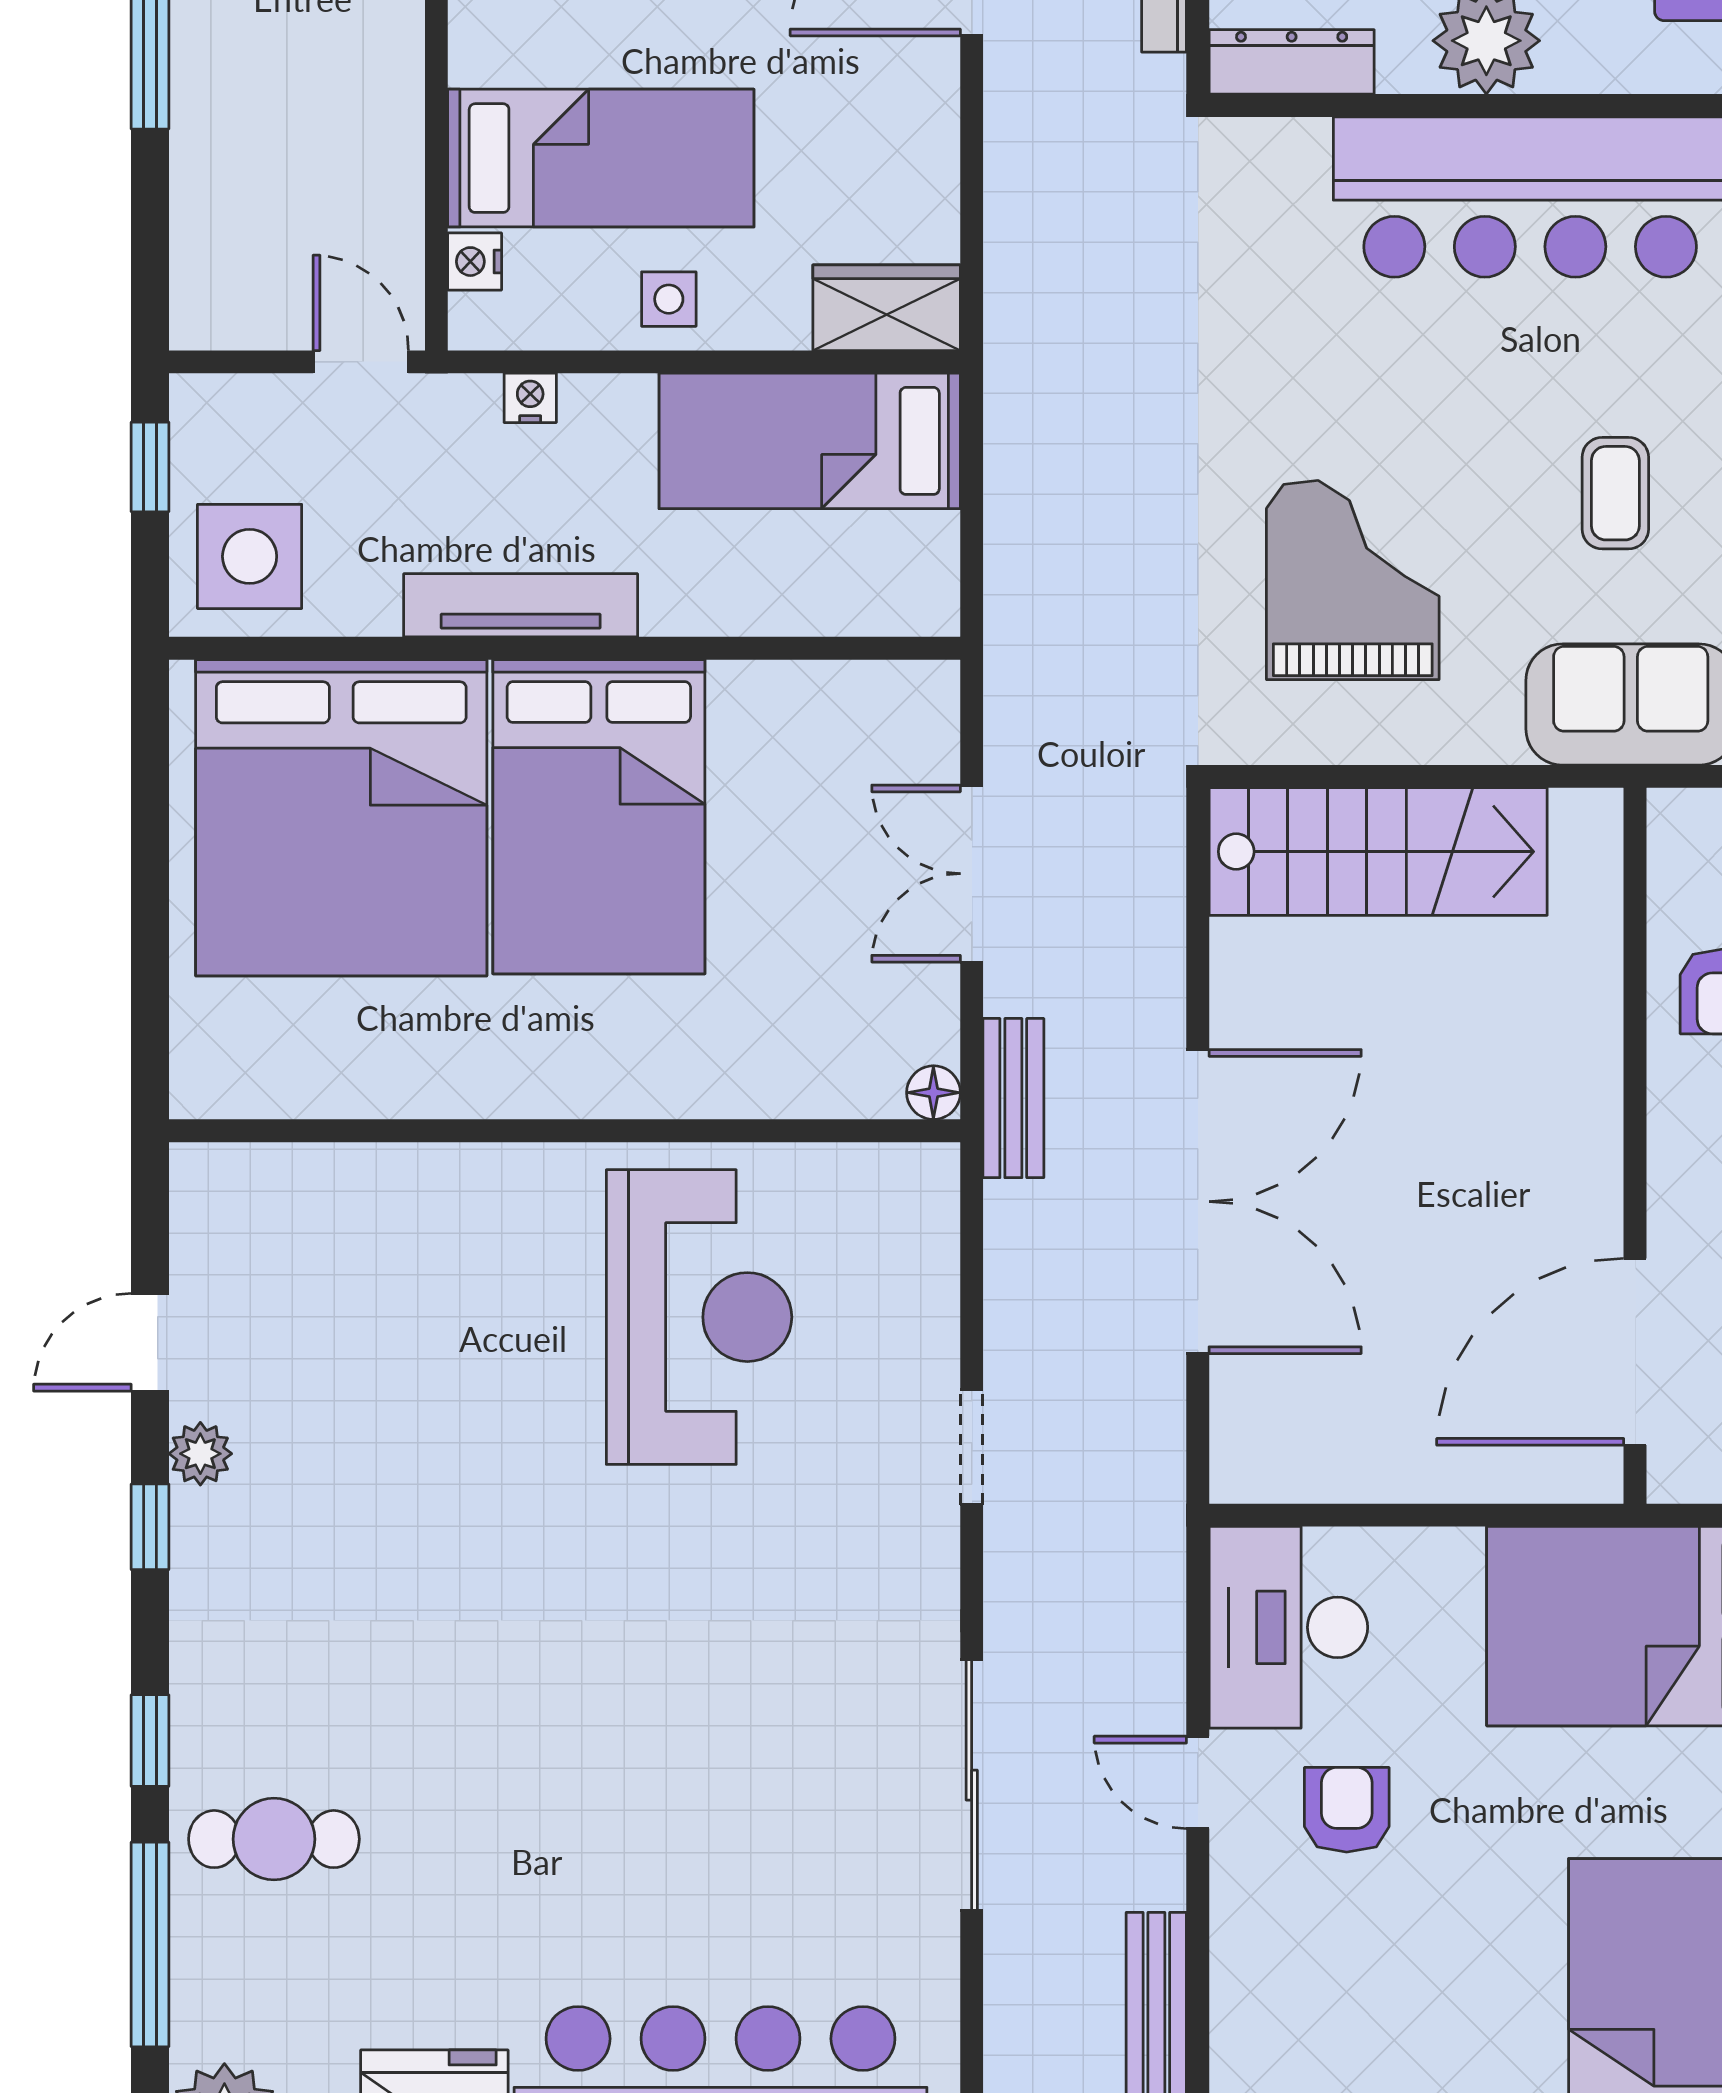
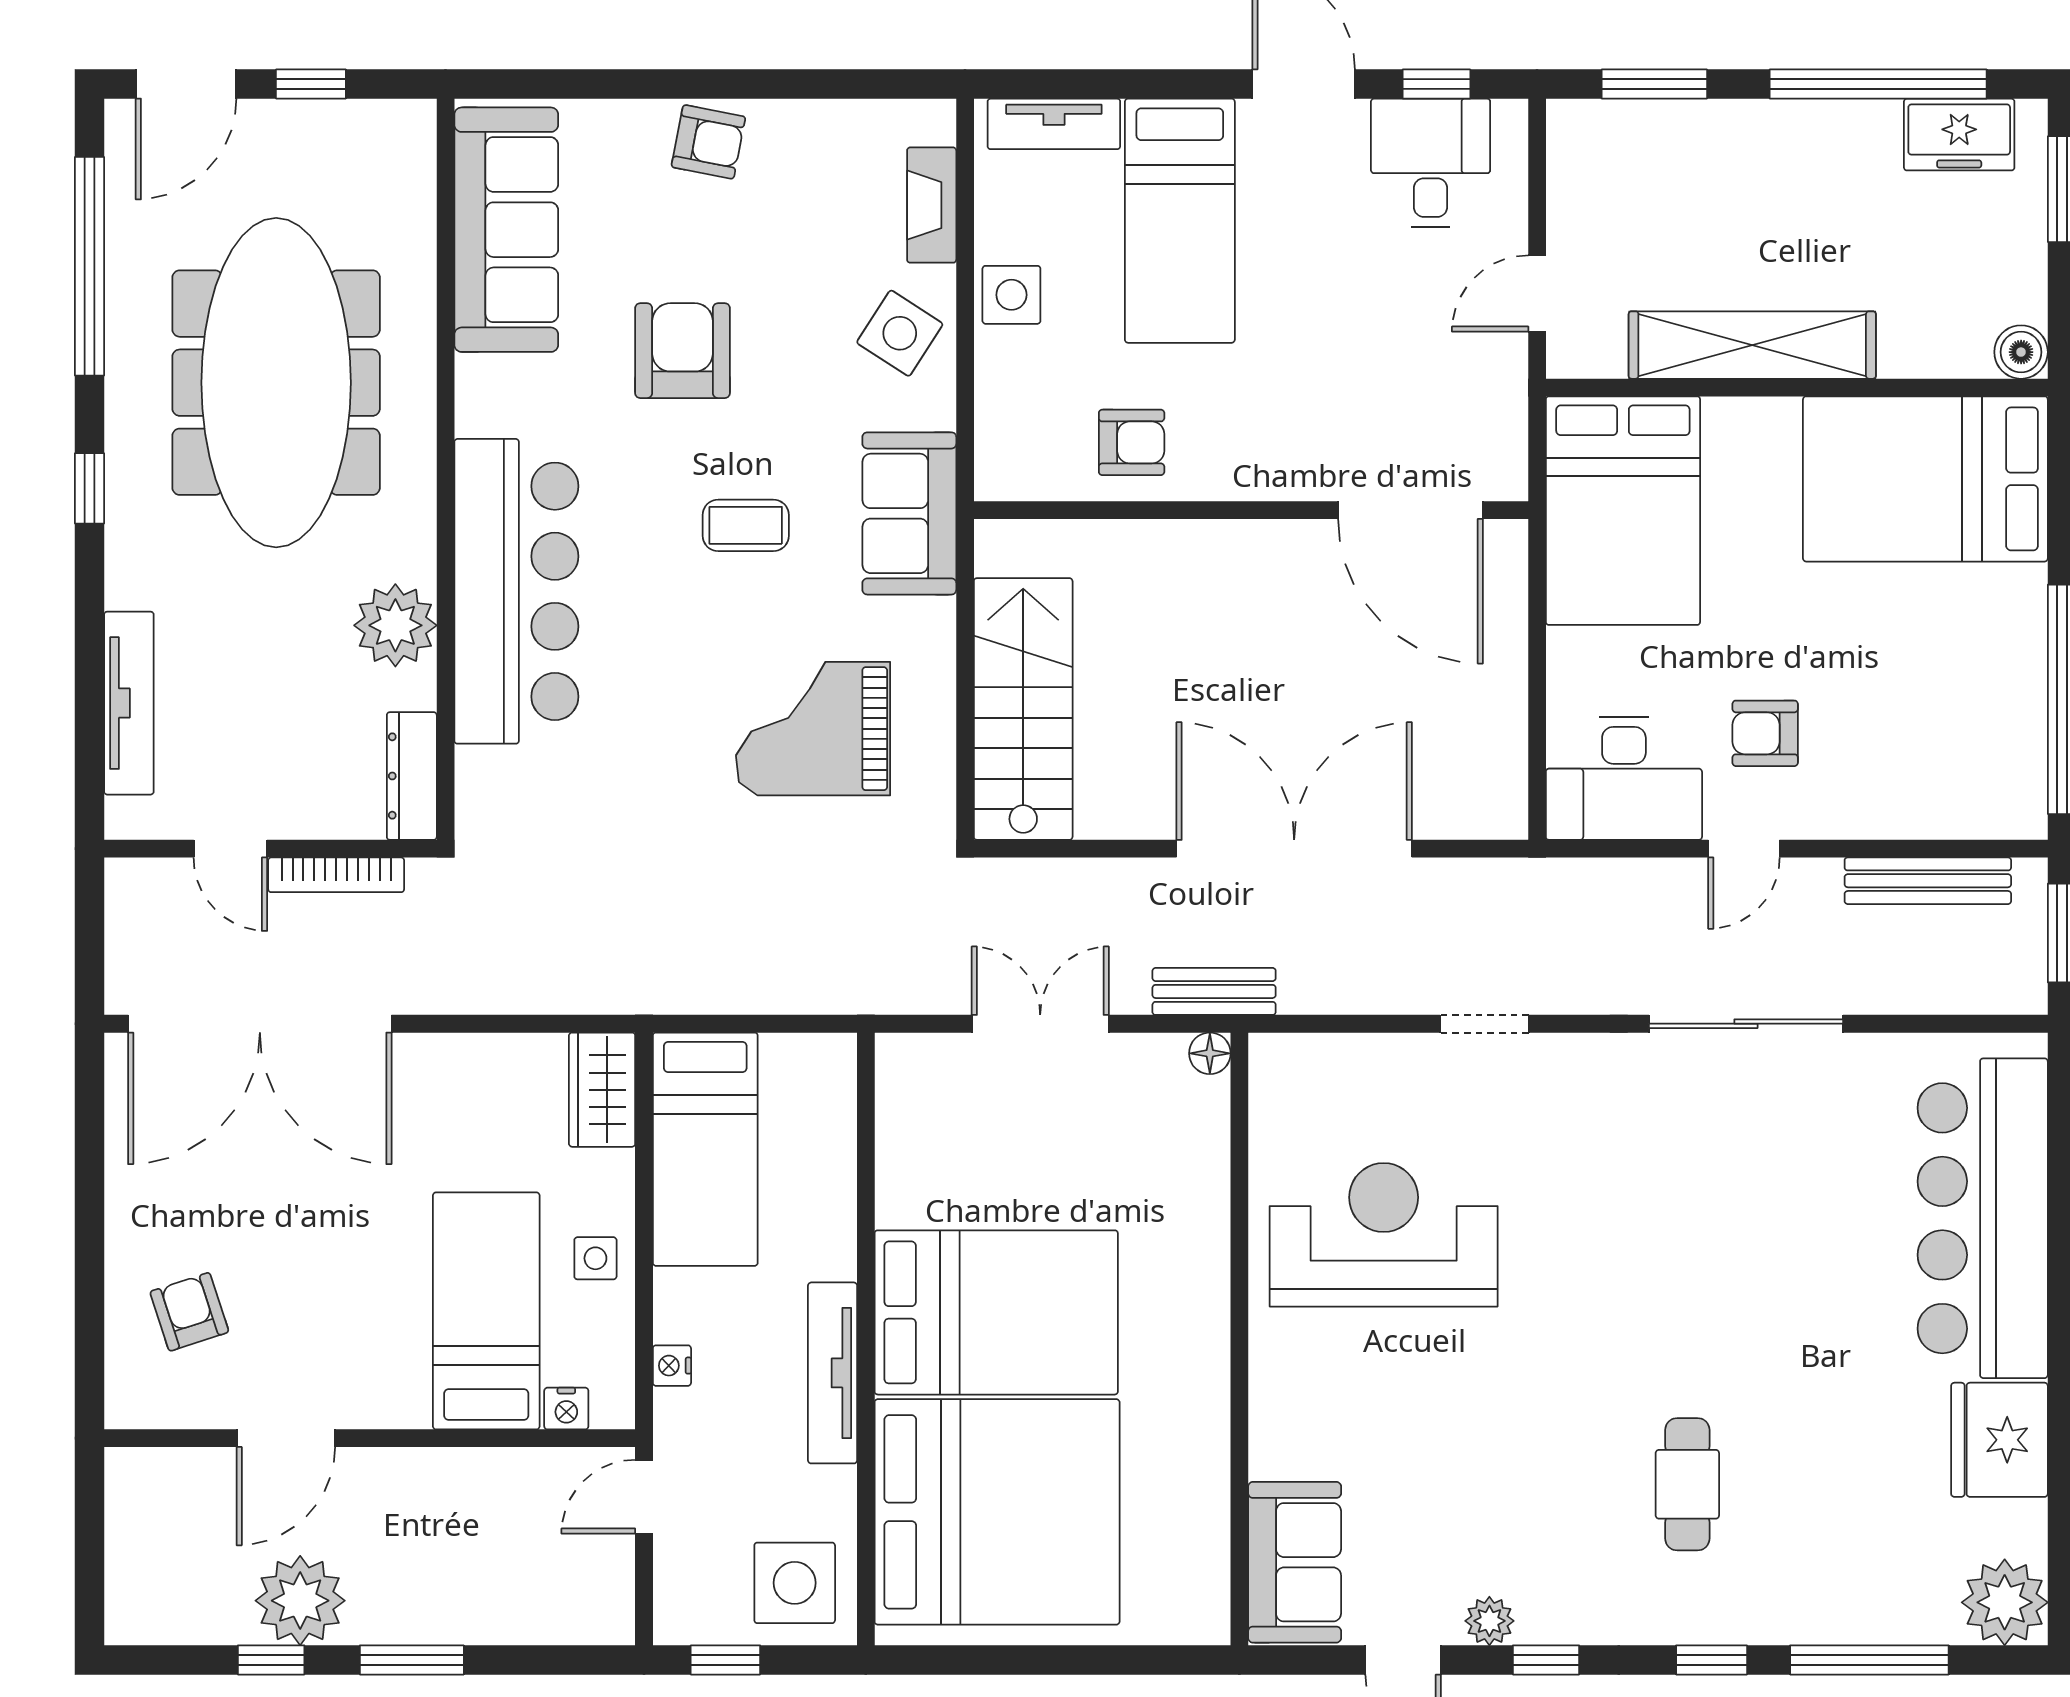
double door: (972, 874) -> (1040, 1024), swing flipped
sofa: (276, 1202) -> (1295, 1562), added
cafe table: (274, 1839) -> (1687, 1484), moved

